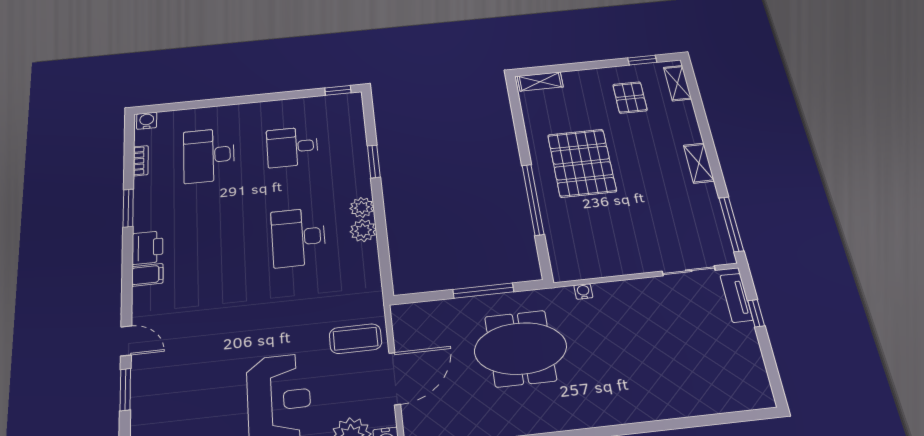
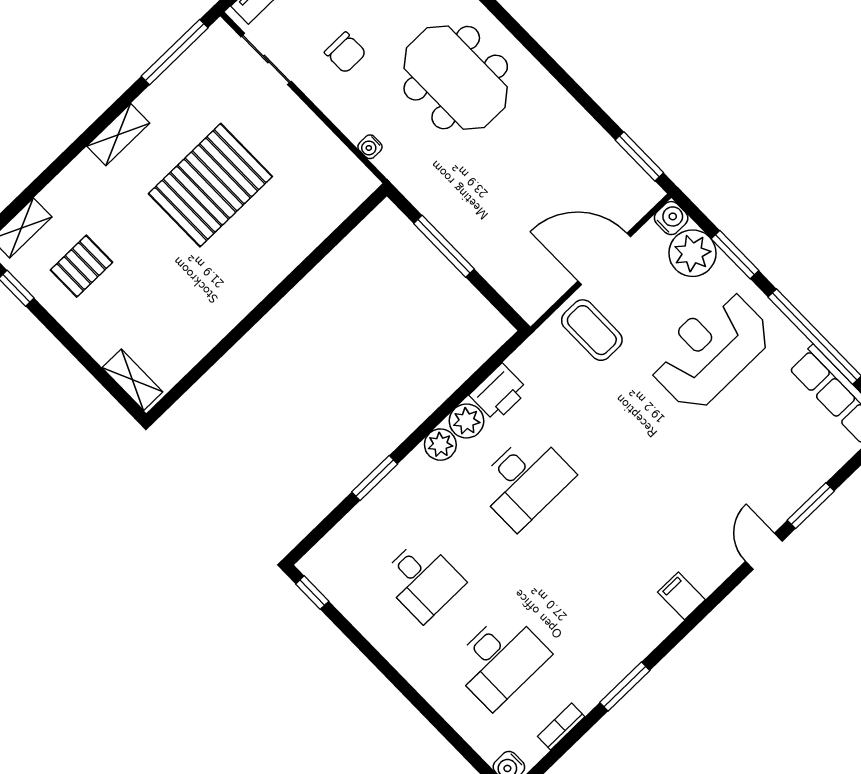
pallet: (582, 163) -> (210, 185), moved
window: (533, 200) -> (297, 275), removed
printer: (148, 248) -> (499, 393), moved, turned 180
chair: (659, 318) -> (345, 53), added
meeting table: (520, 348) -> (456, 78), moved

